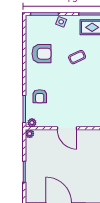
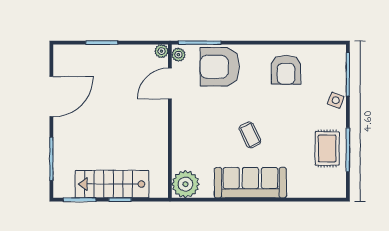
coffee table: (77, 57) -> (250, 135), moved
armchair: (40, 96) -> (220, 67), width x1.88, depth x1.88
door: (67, 128) -> (170, 84), moved

